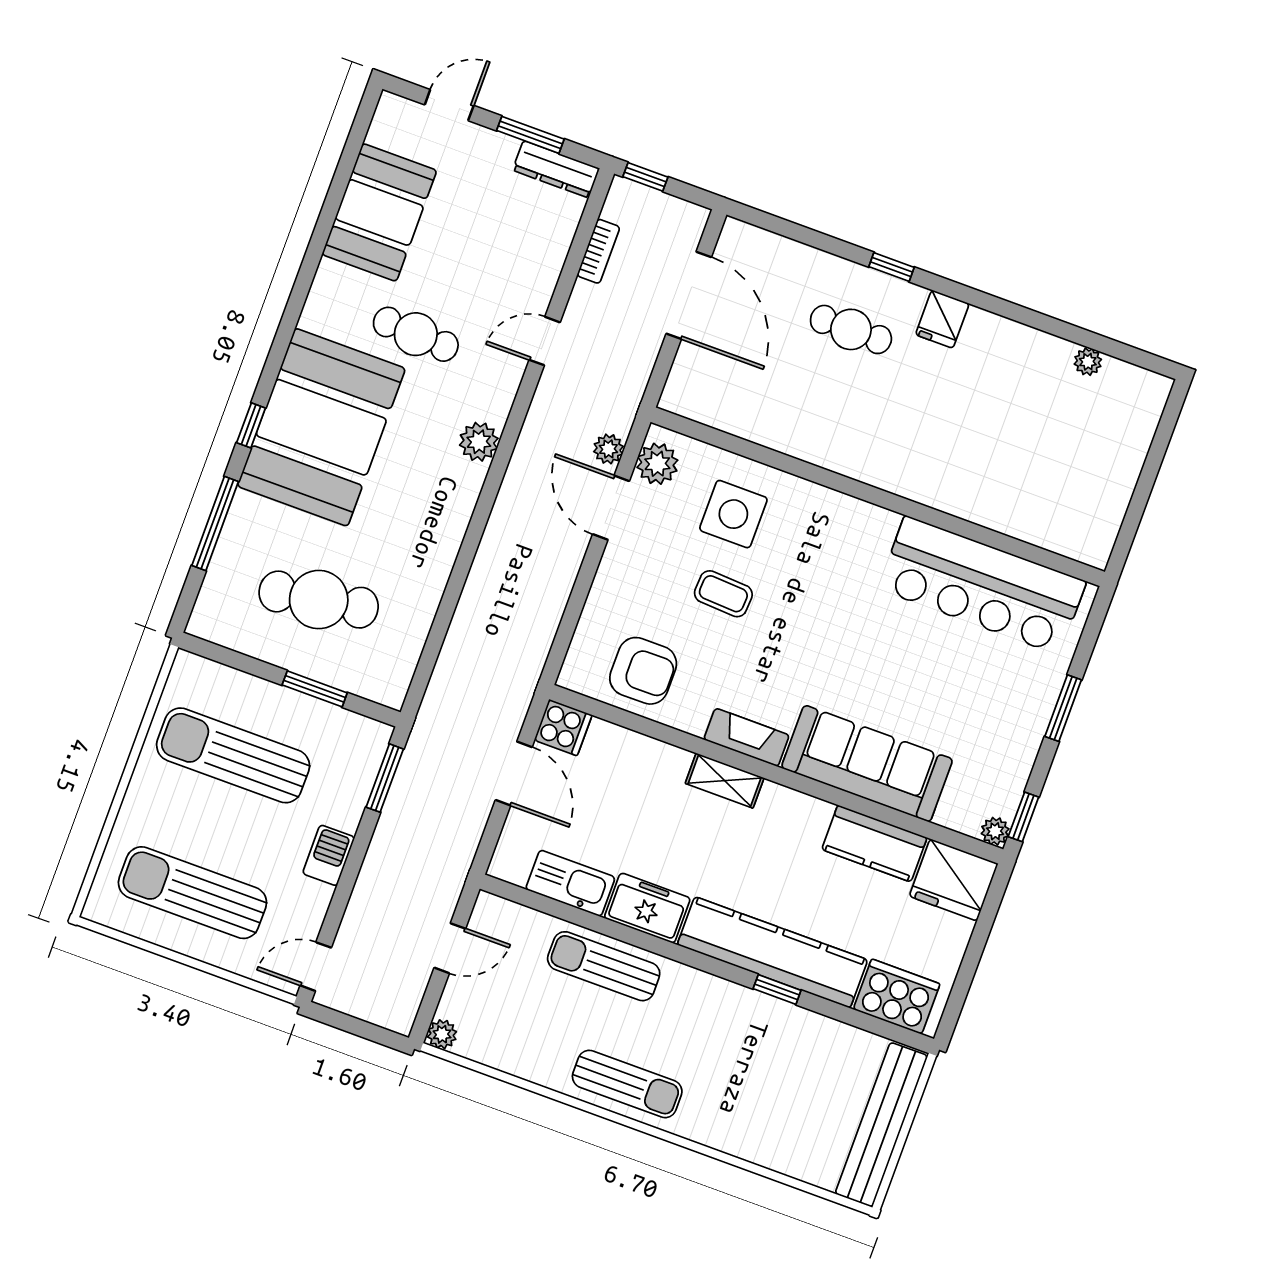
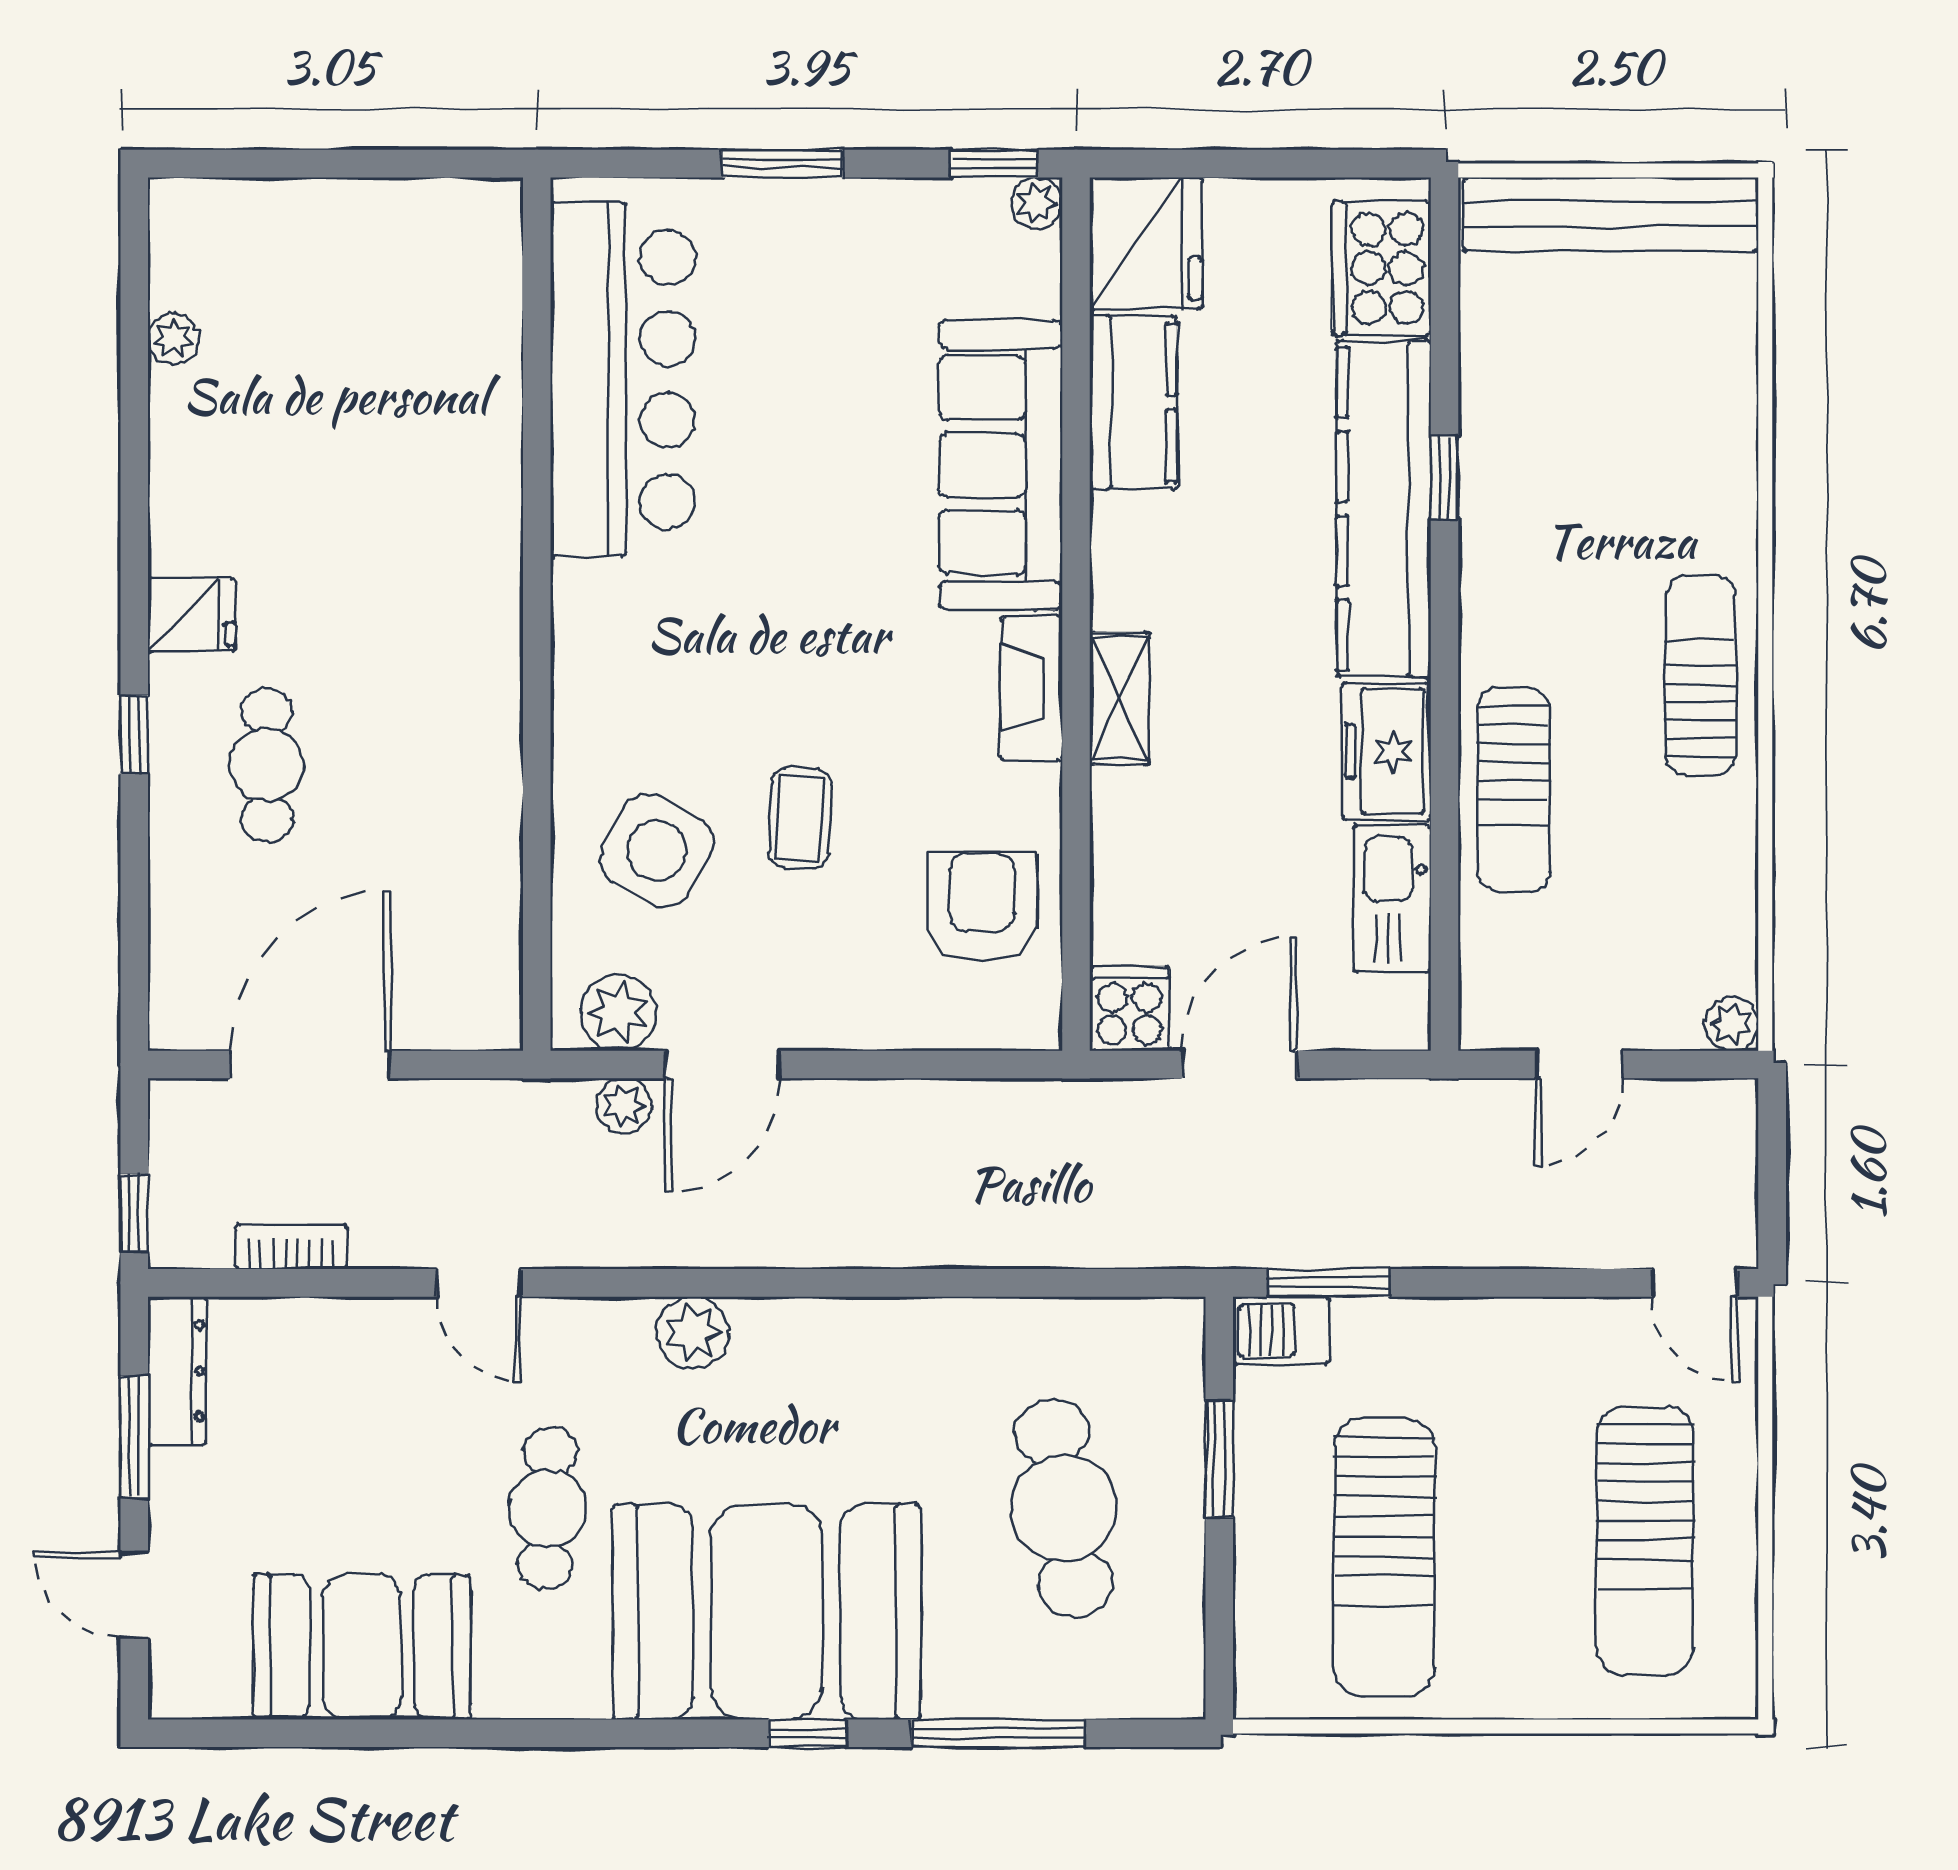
side table: (733, 514) -> (657, 851), turned 30
barbecue: (329, 855) -> (1281, 1331), moved
door: (450, 948) -> (1579, 1064), swing flipped

